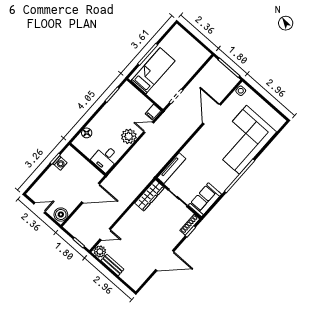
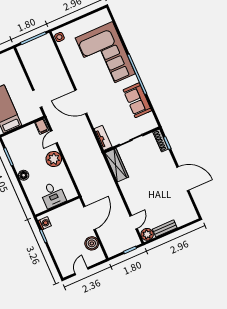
door: (212, 114) -> (81, 102), moved
floor lamp: (87, 133) -> (24, 175), moved
desk: (105, 158) -> (53, 195), moved
washing machine: (60, 163) -> (45, 223), moved
tv unit: (171, 168) -> (103, 138), width x0.71
sofa: (205, 200) -> (137, 100), moved
boiler: (61, 215) -> (92, 243), moved
door: (165, 260) -> (183, 179), hinge flipped

